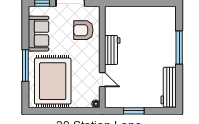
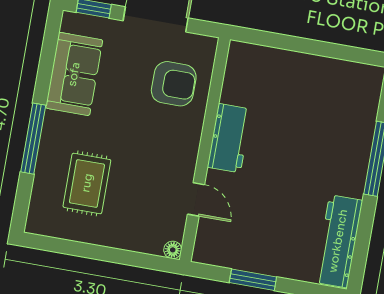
armchair: (83, 30) -> (174, 84), turned 180
rug: (53, 81) -> (87, 183), width x0.54, depth x0.49

